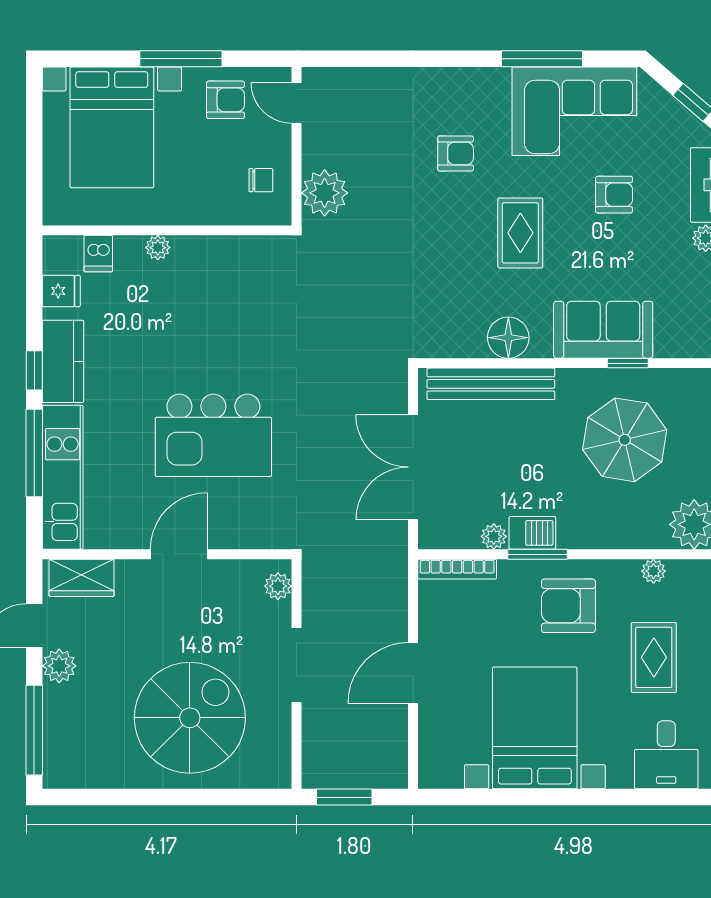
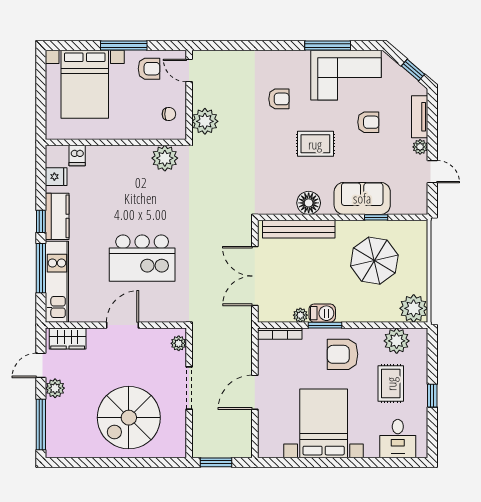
rug: (520, 233) -> (315, 144), turned 90
plant: (158, 248) -> (165, 158), moved, width x1.87, depth x1.87
plant: (653, 571) -> (397, 341), width x1.88, depth x1.88
spiral stairs: (190, 718) -> (129, 418), turned 180

